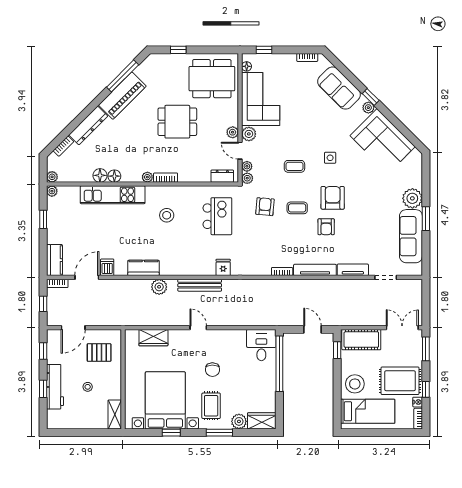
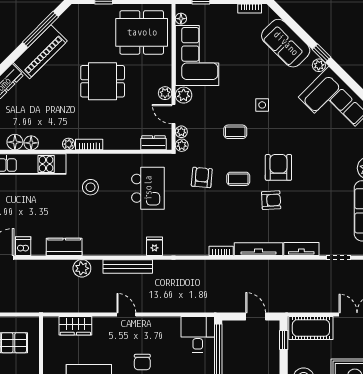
side table: (330, 158) -> (262, 105), moved
armchair: (326, 227) -> (271, 200), turned -93

